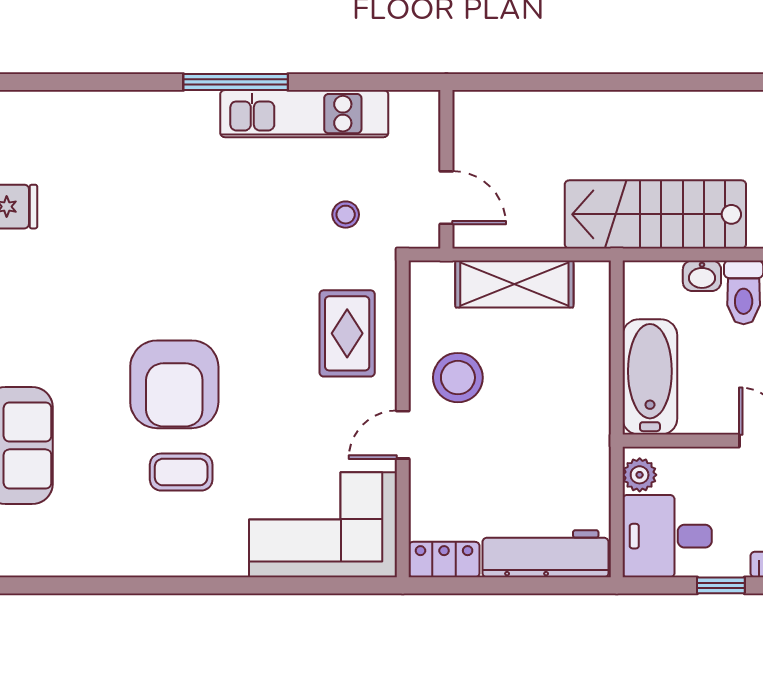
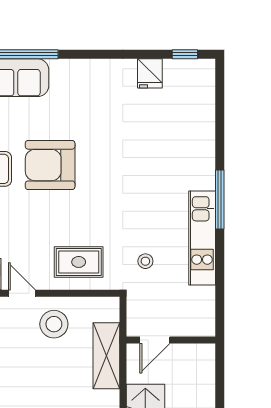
wall: (446, 169) -> (171, 340), moved
door: (446, 198) -> (155, 340), moved

